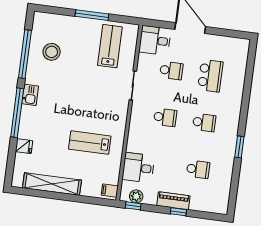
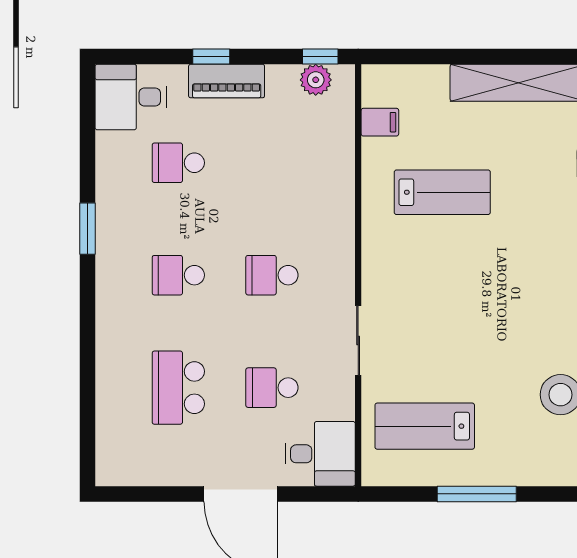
lab bench: (110, 46) -> (425, 426), turned 90
desk: (138, 168) -> (131, 97), moved, turned 180
filing cabinet: (110, 191) -> (380, 122), moved

